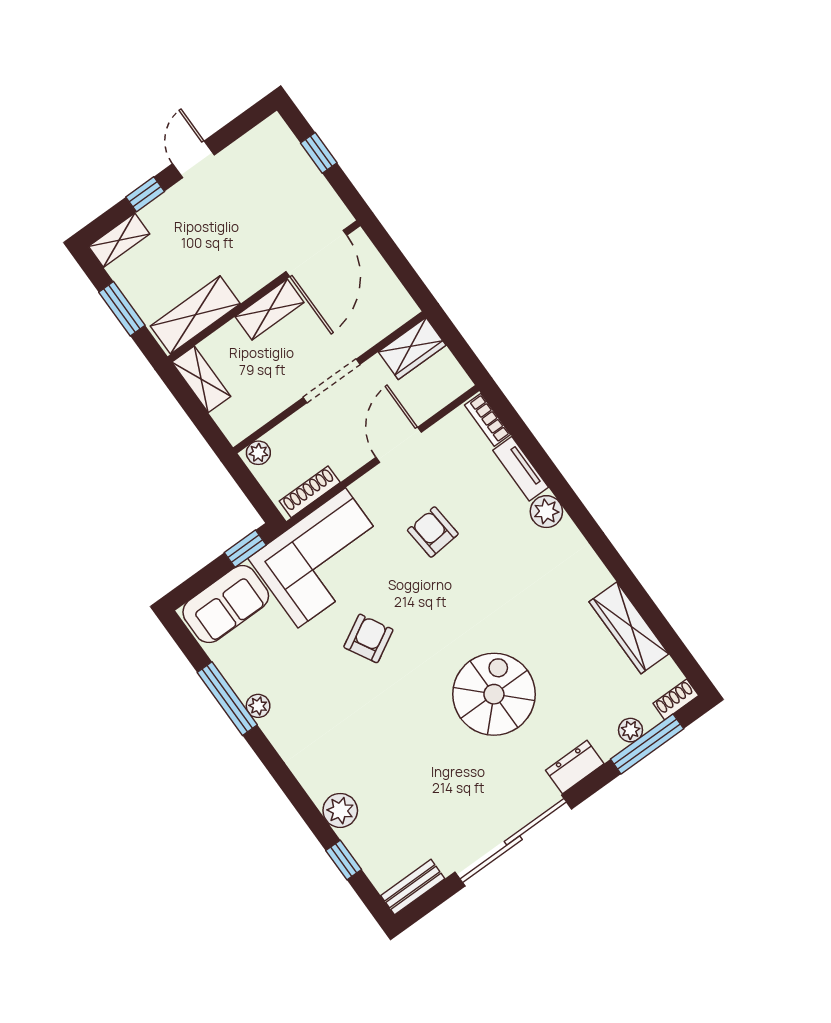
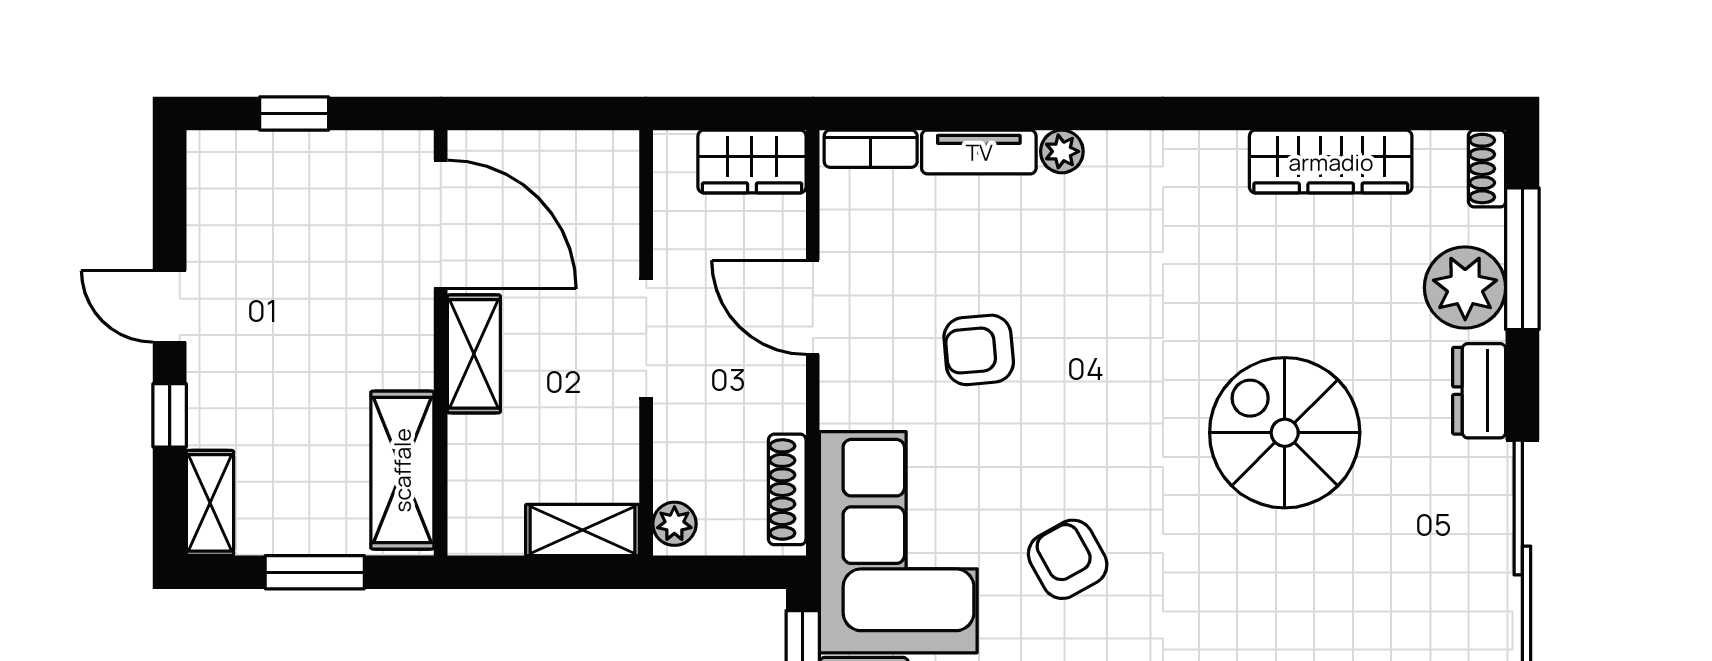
wardrobe: (412, 348) -> (752, 162), moved, turned 90
shelving: (201, 379) -> (582, 530), moved
plant: (546, 512) -> (1062, 151), width x0.73, depth x0.73
plant: (631, 730) -> (1465, 287), width x1.88, depth x1.88

